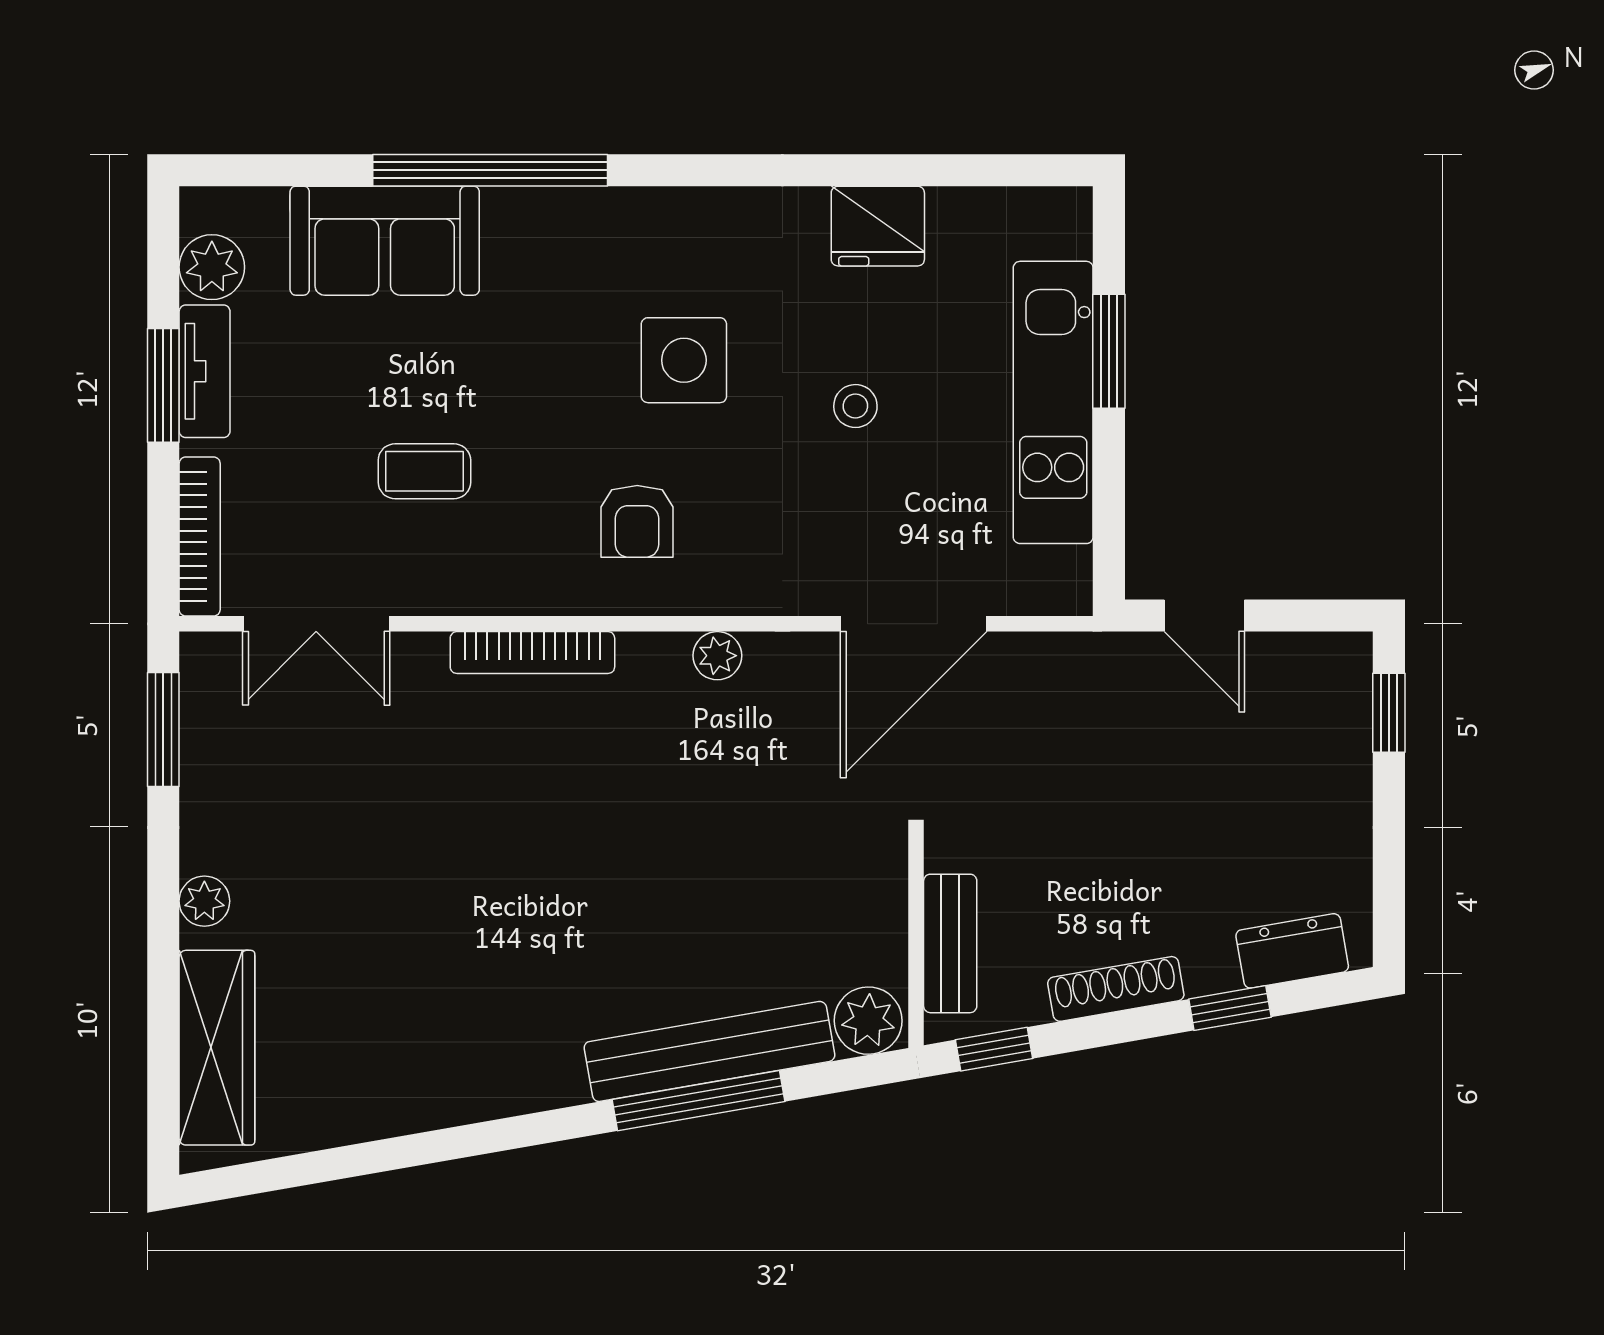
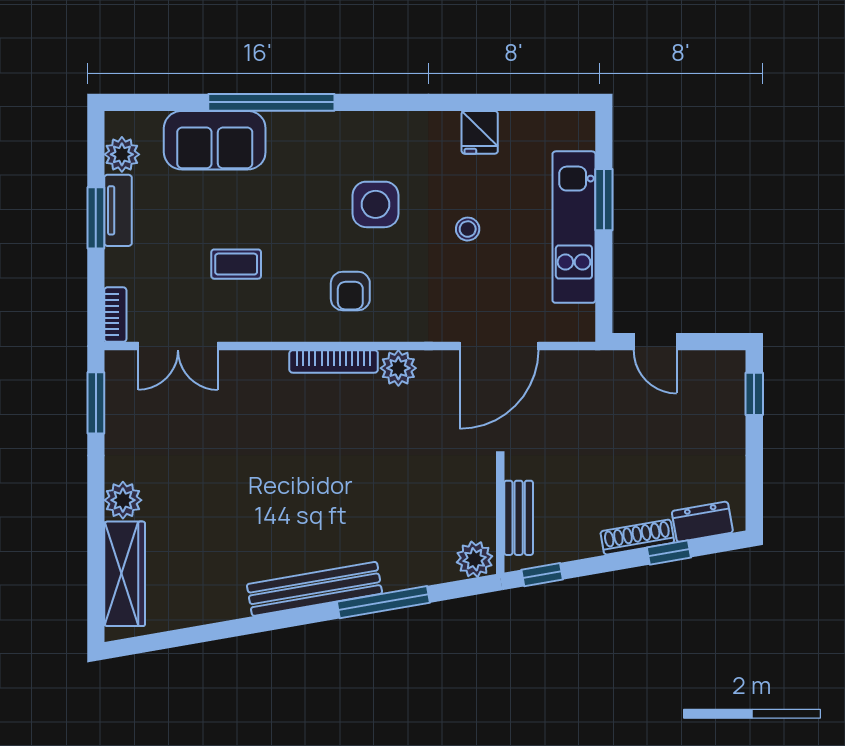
fridge: (878, 226) -> (480, 132), width x0.72
bookcase: (200, 537) -> (115, 315), width x0.64
bookcase: (532, 653) -> (334, 361), moved
plant: (717, 656) -> (398, 368), width x1.38, depth x1.38
plant: (204, 901) -> (123, 500), width x1.38, depth x1.38
shoe rack: (1116, 989) -> (637, 537), moved
bench: (709, 1051) -> (314, 589), moved

